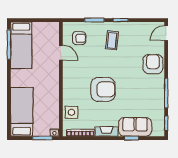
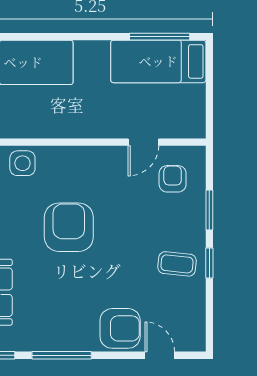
door: (166, 33) -> (160, 355), moved
armchair: (79, 38) -> (173, 179), turned 180
coffee table: (112, 40) -> (177, 264), moved
armchair: (103, 89) -> (69, 227), turned 180

